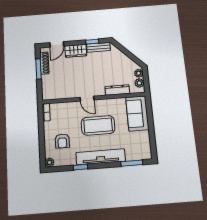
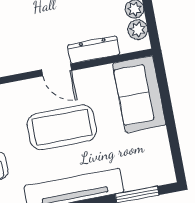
door: (87, 99) -> (57, 70), moved

